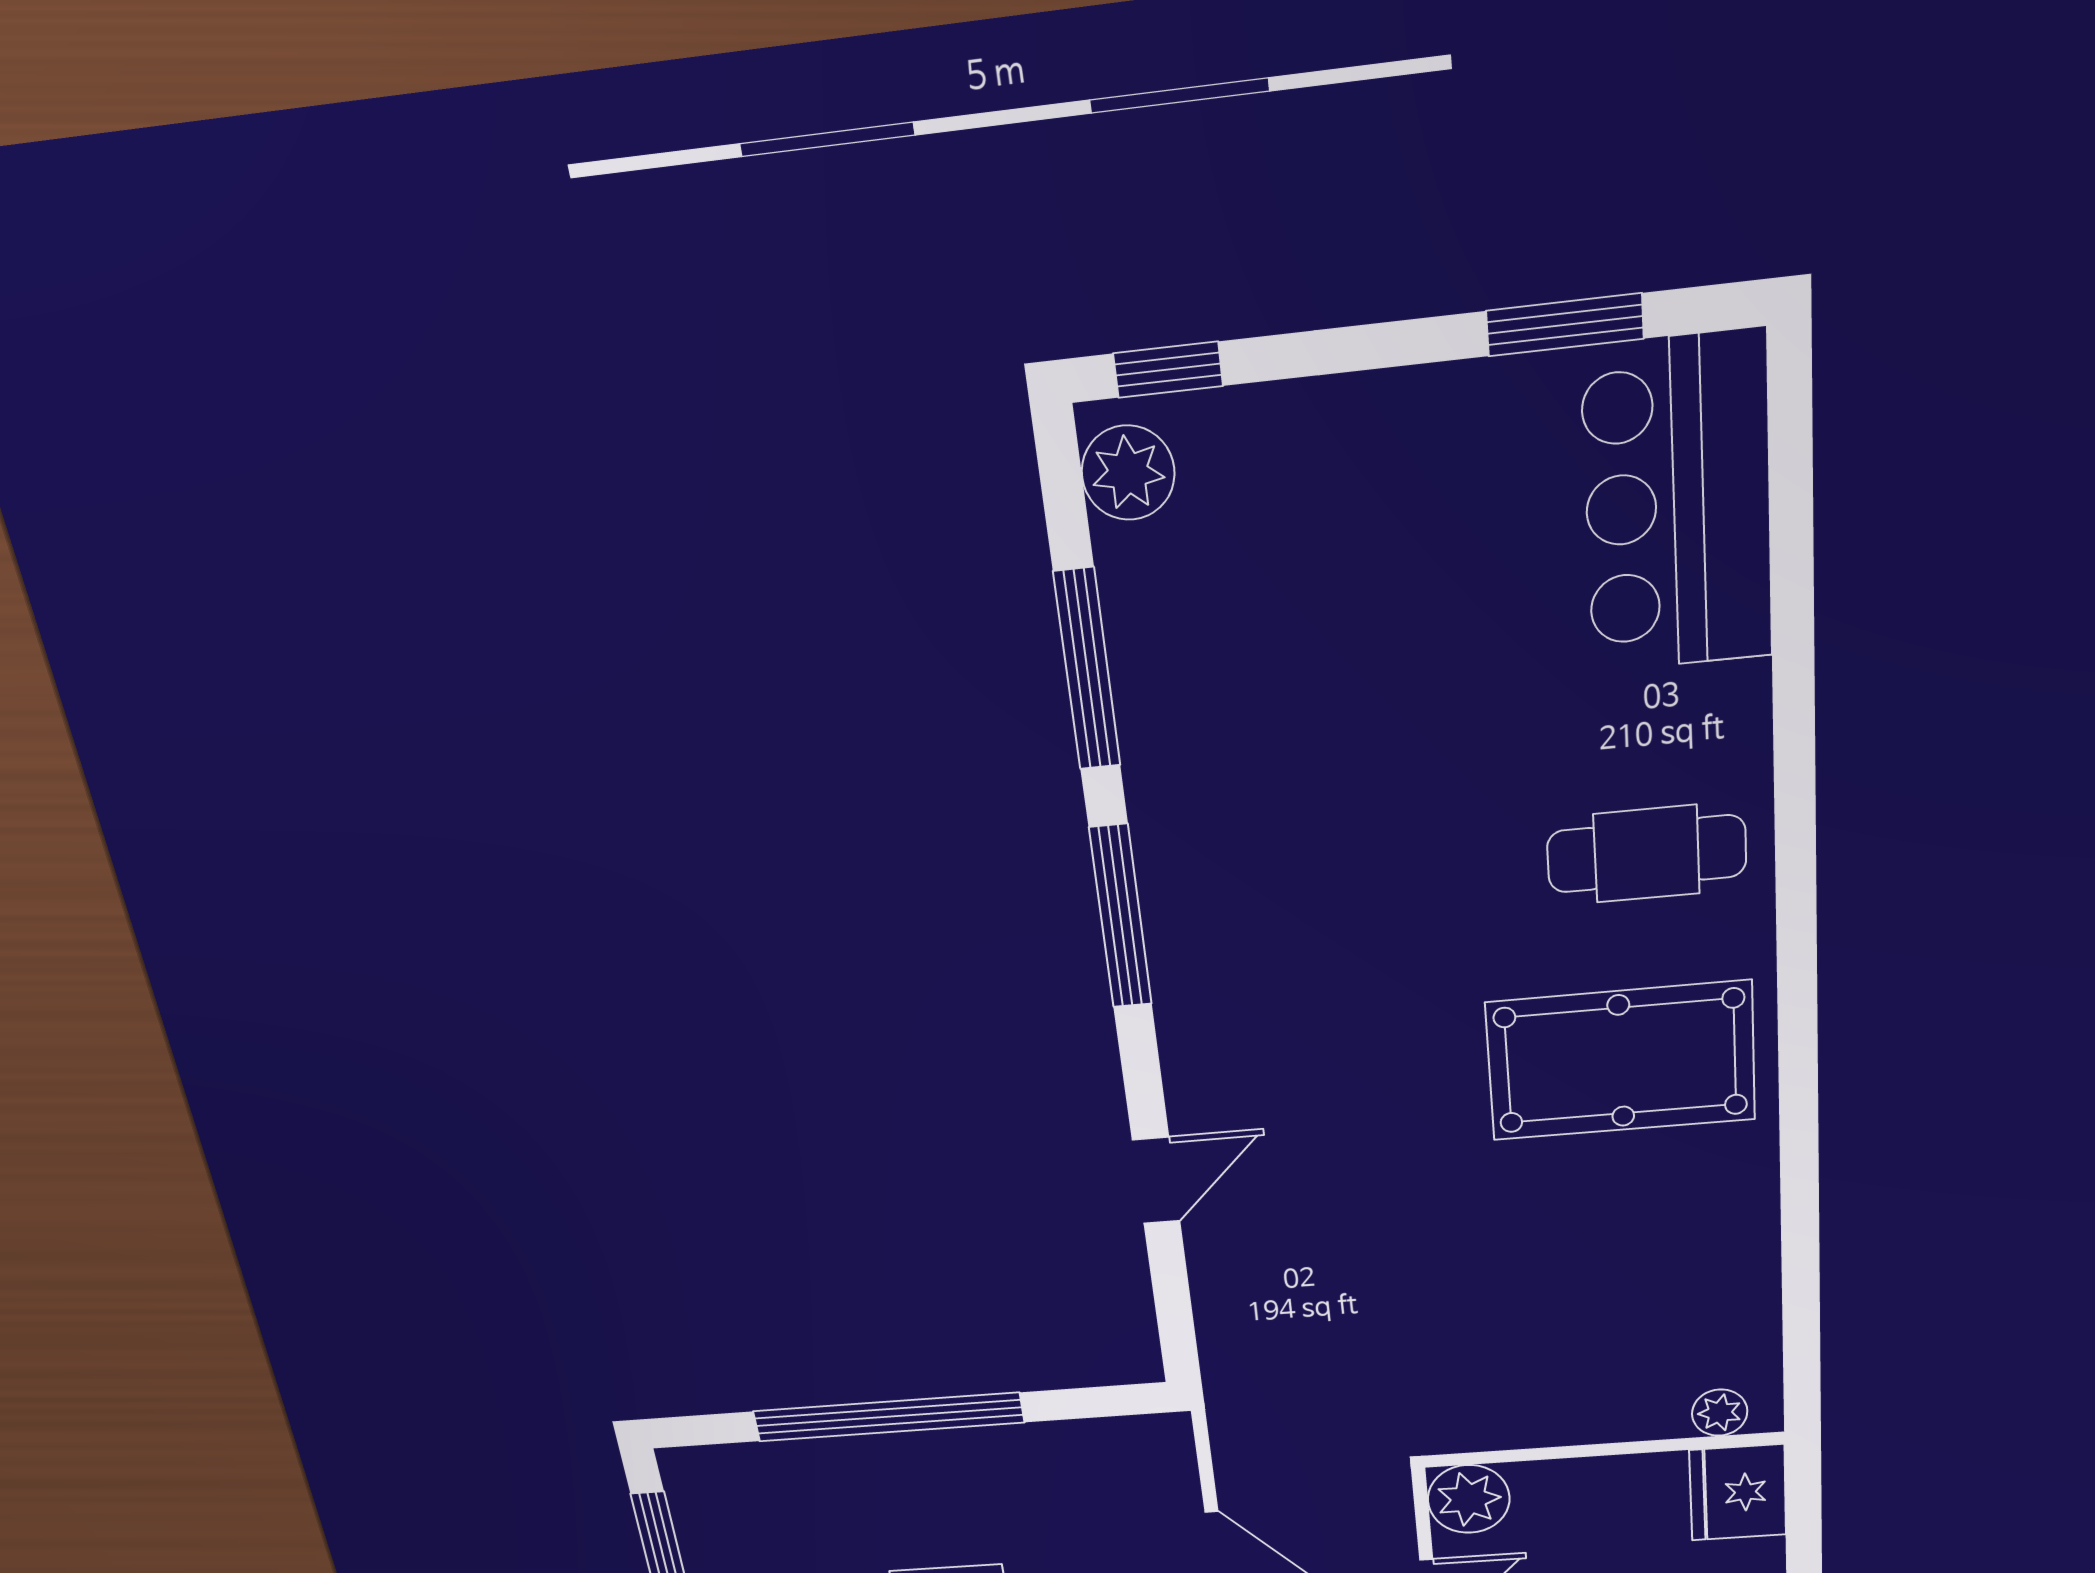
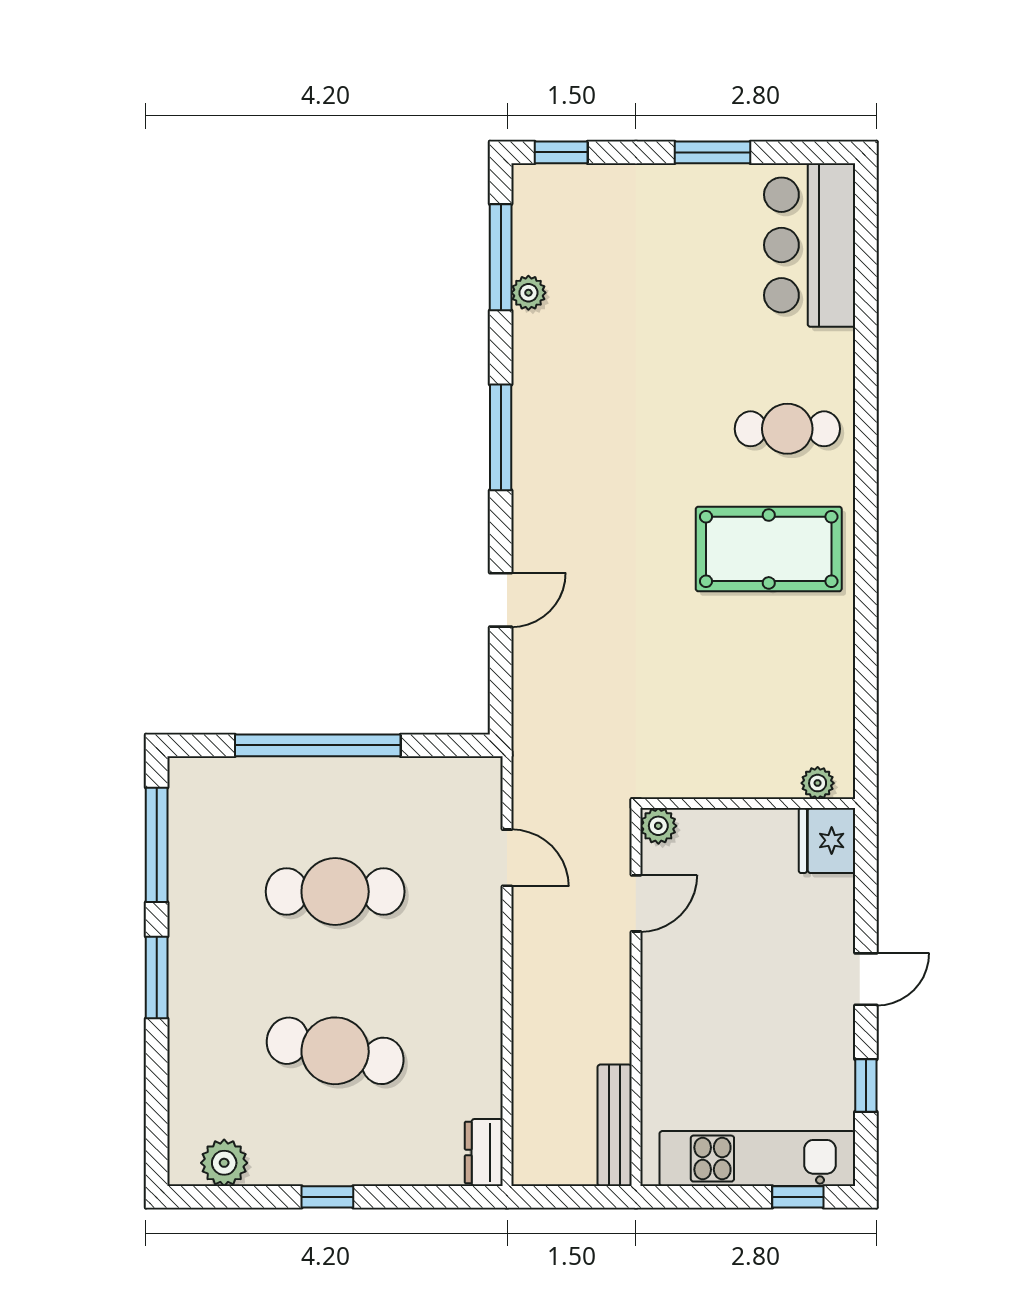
window: (1565, 325) -> (713, 152), moved
plant: (1128, 473) -> (528, 293), moved, width x0.73, depth x0.73
window: (1087, 669) -> (501, 257), moved
plant: (1469, 1499) -> (658, 826), width x0.73, depth x0.73

